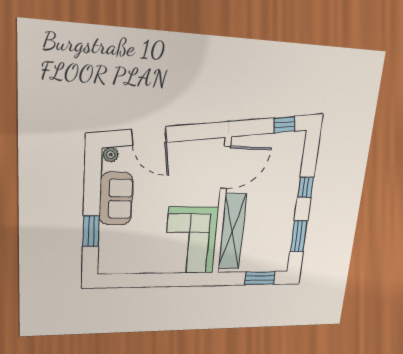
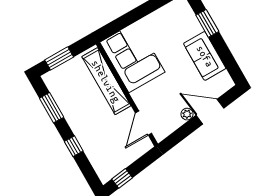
plant: (111, 155) -> (187, 114), moved
door: (225, 168) -> (144, 123), width x0.73

